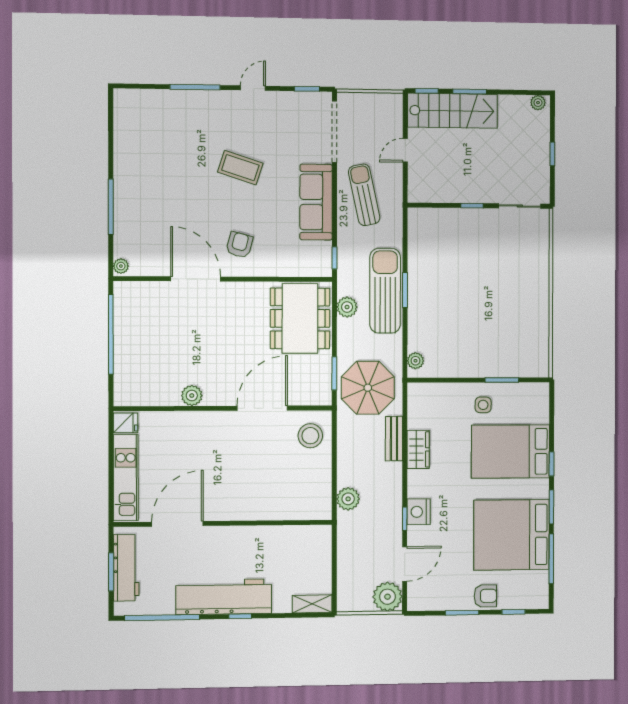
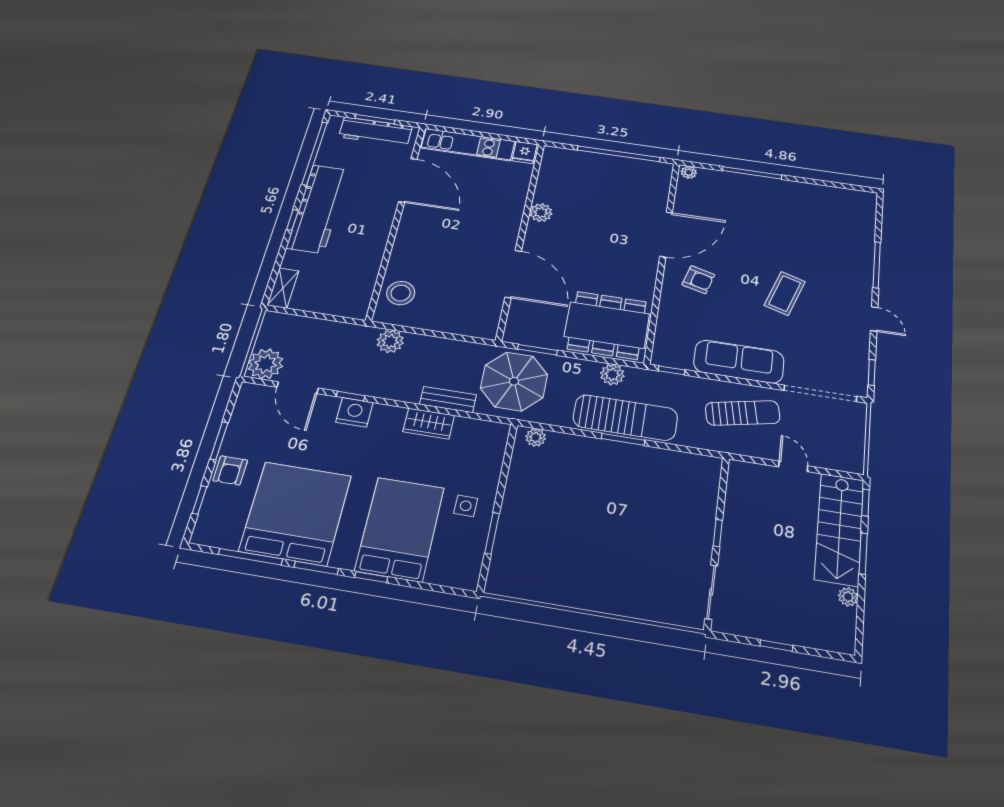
plant: (538, 103) -> (848, 597), moved
stool: (310, 436) -> (401, 293), moved

